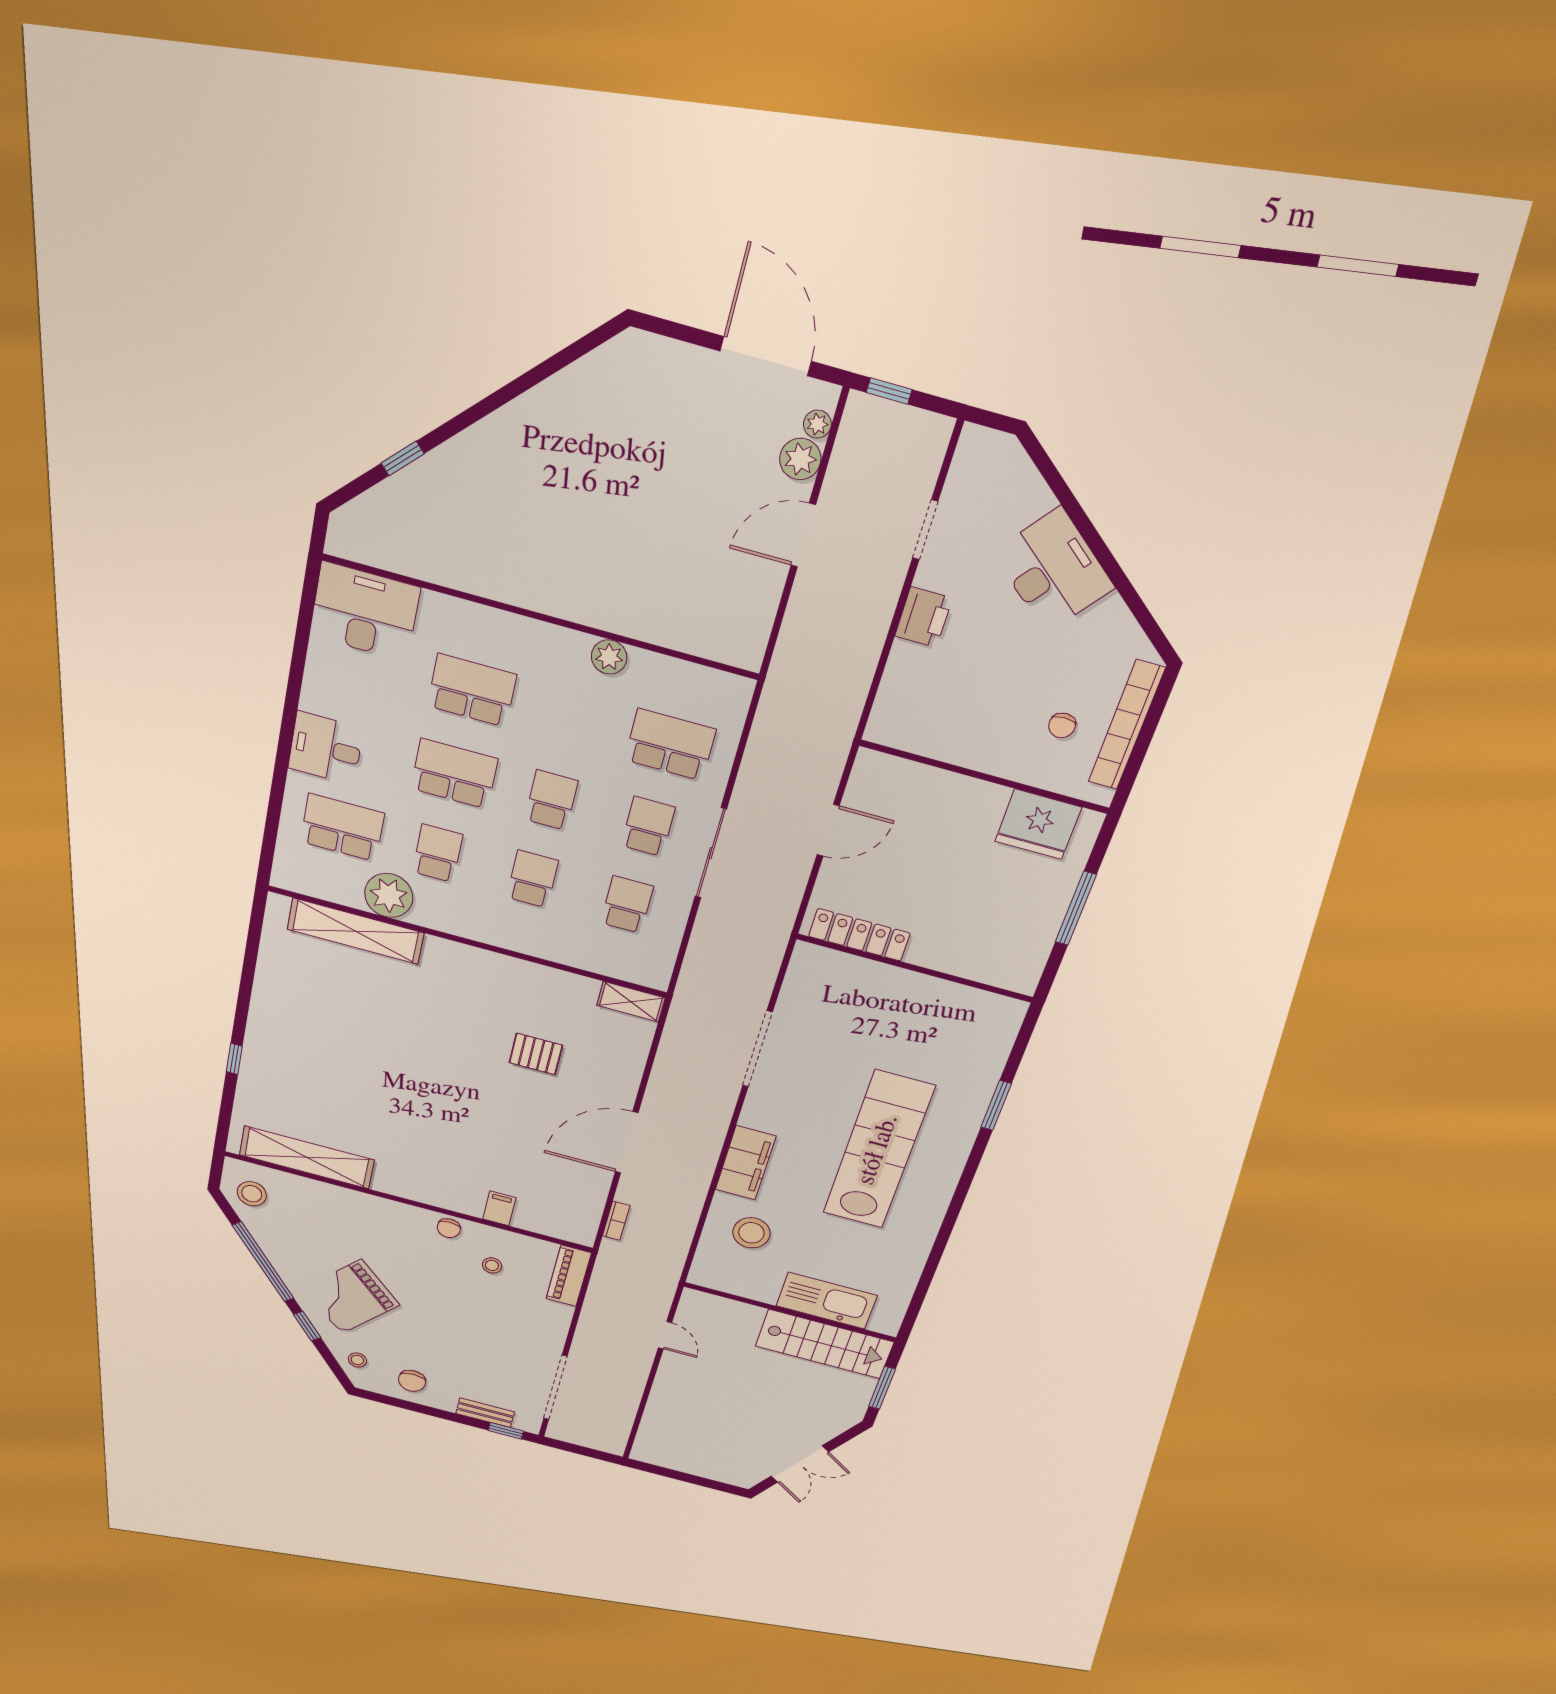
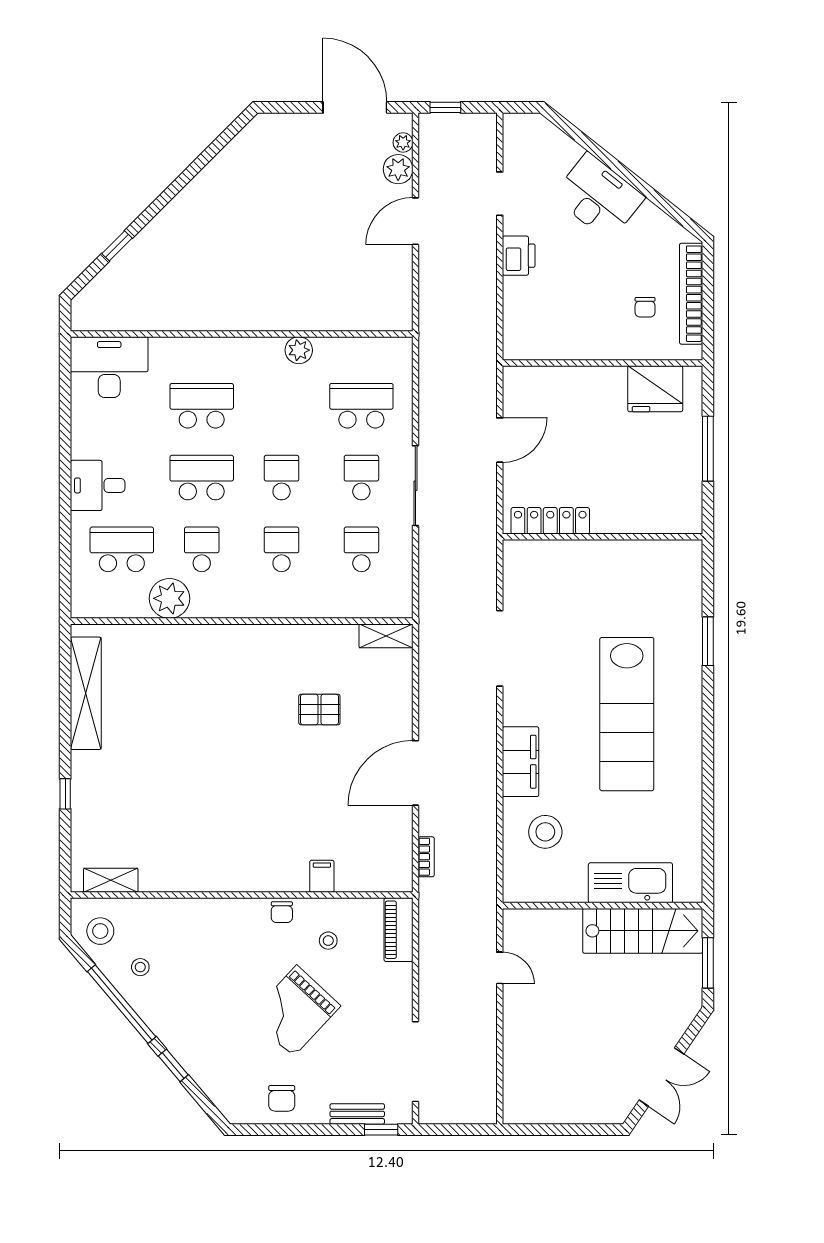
shelving: (356, 931) -> (86, 693), moved, turned 90
lab bench: (878, 1150) -> (627, 714), turned 180
shelving: (307, 1157) -> (111, 880), width x0.45, depth x0.75
grand piano: (351, 1297) -> (295, 1011), moved
stool: (357, 1360) -> (140, 967), moved

